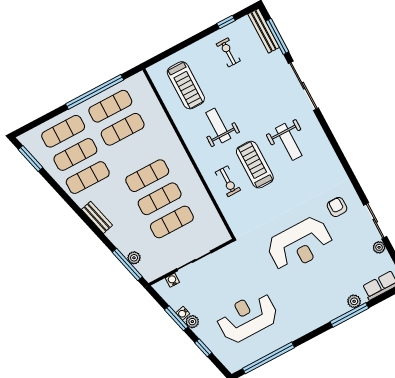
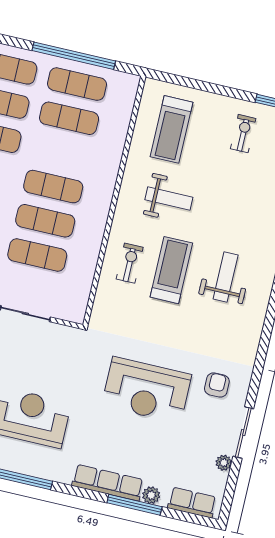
weight bench: (218, 125) -> (169, 198), turned 90
weight bench: (289, 142) -> (226, 277), turned 180
exercise bike: (228, 181) -> (130, 263), turned 180
row of seats: (323, 316) -> (108, 483), added

